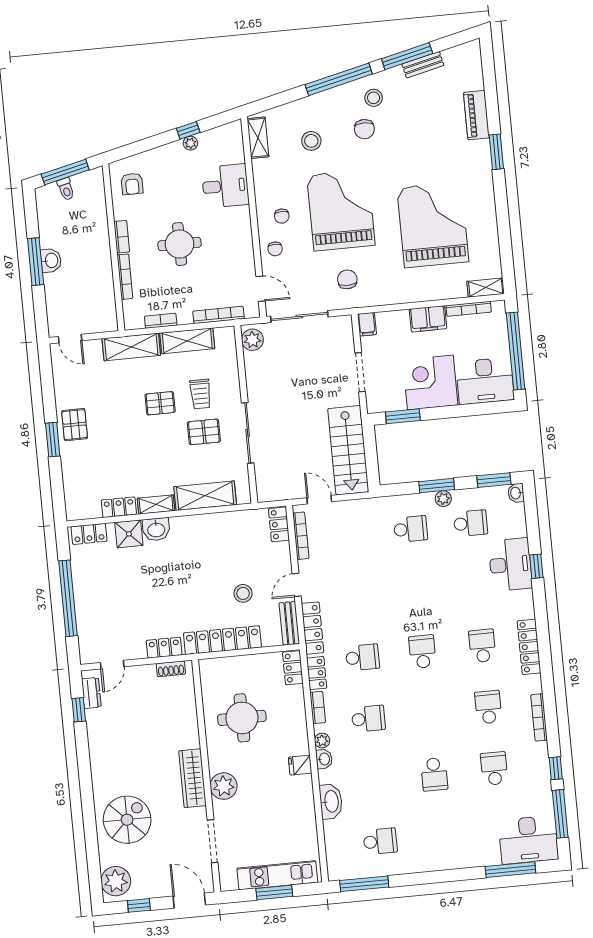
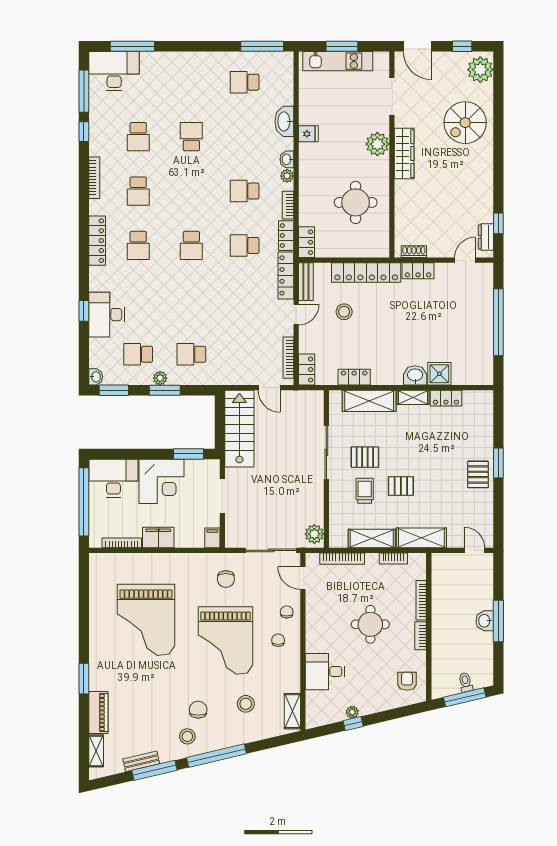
shelving: (486, 288) -> (96, 751), moved, turned 90
locker: (89, 534) -> (354, 377), moved
fridge: (300, 765) -> (308, 134), moved

